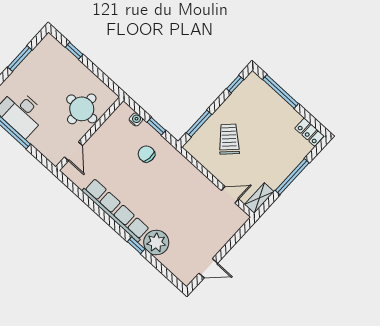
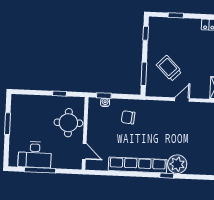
window: (74, 51) -> (59, 94), moved
window: (280, 91) -> (176, 15), width x0.46
window: (156, 126) -> (104, 96), moved
door: (230, 195) -> (182, 100), moved

